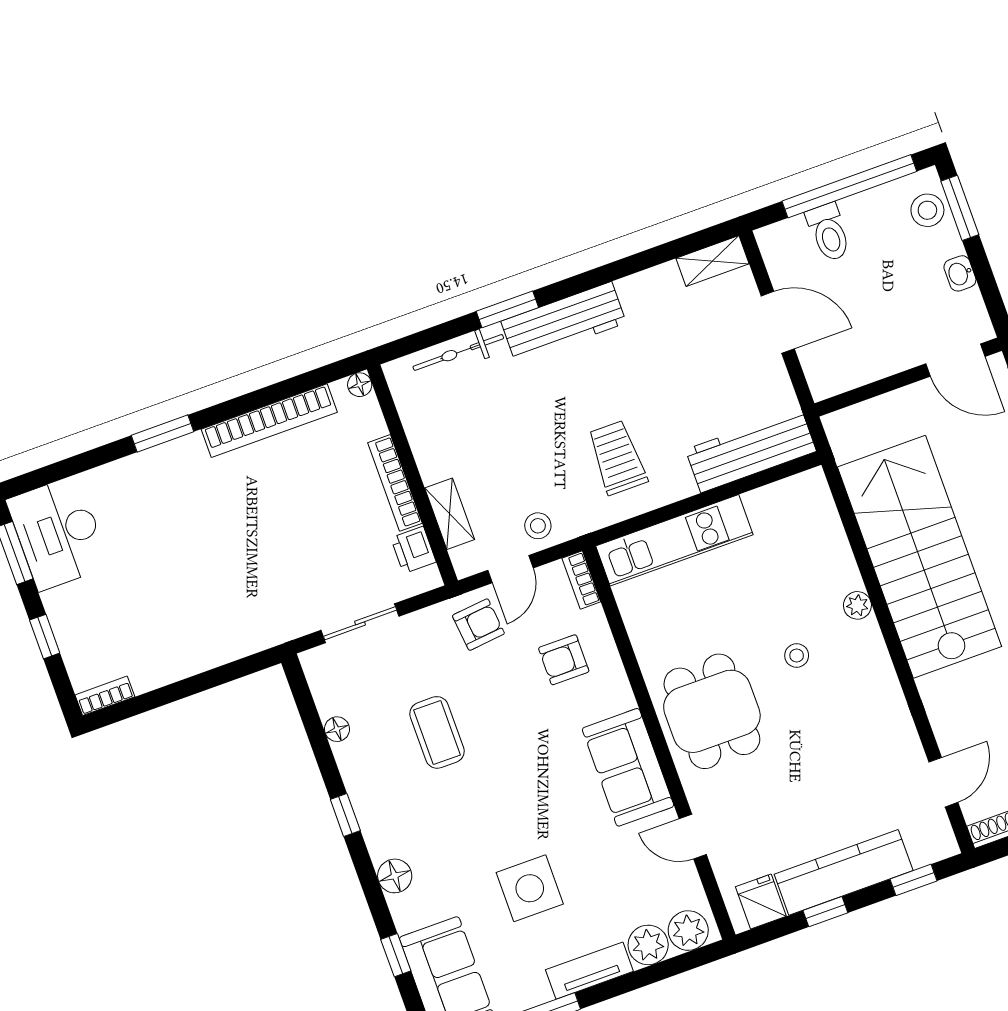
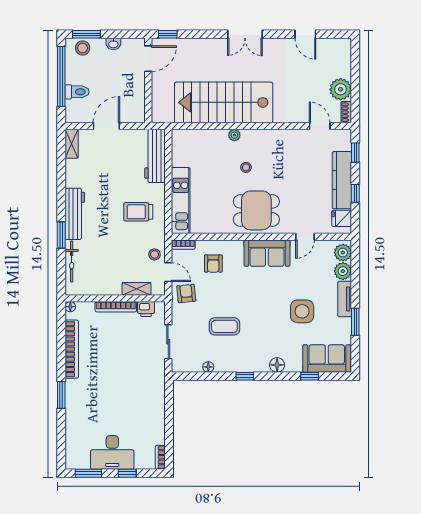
desk: (58, 533) -> (112, 452), moved

